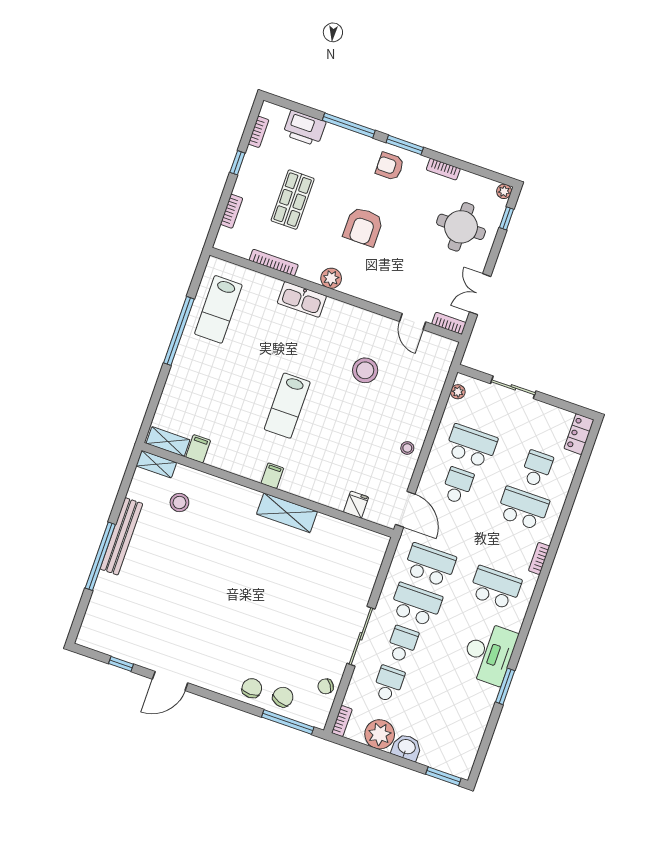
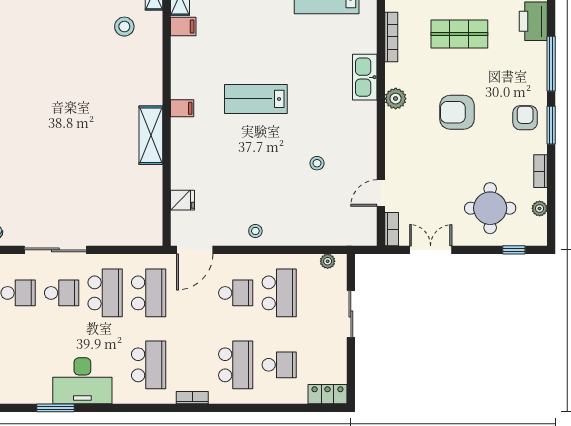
plant: (504, 191) -> (540, 208), moved
stool: (365, 370) -> (317, 163), width x0.53, depth x0.53

